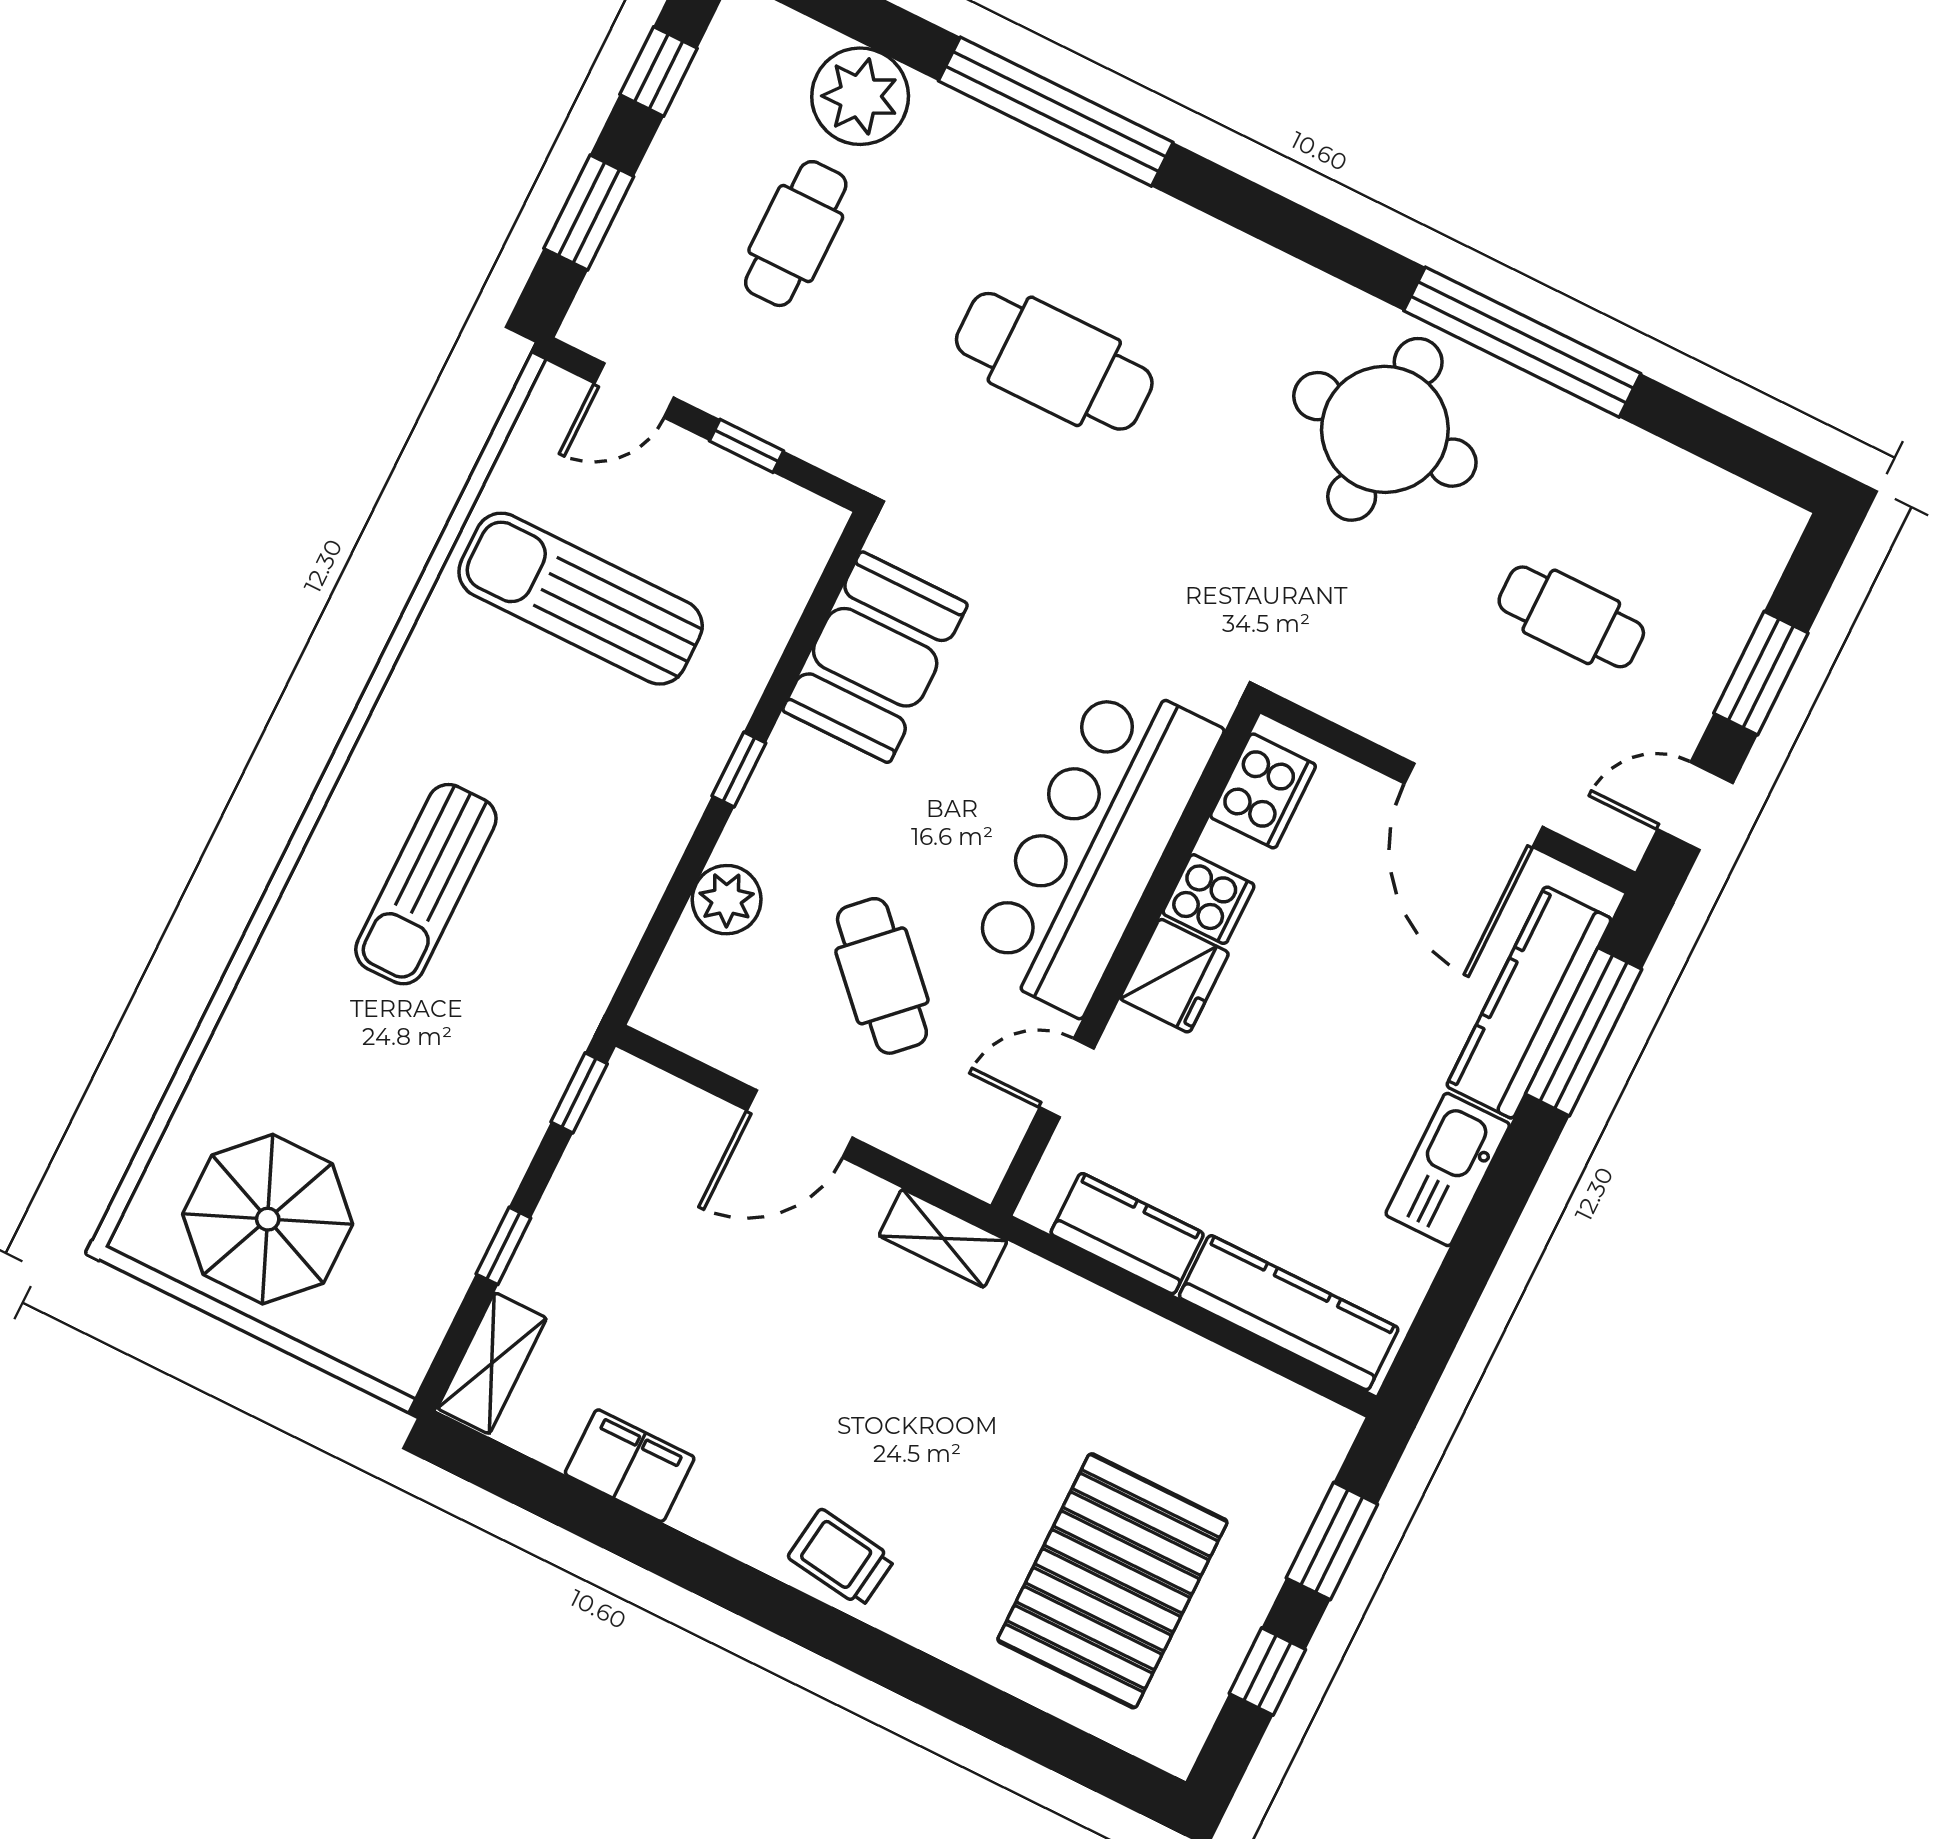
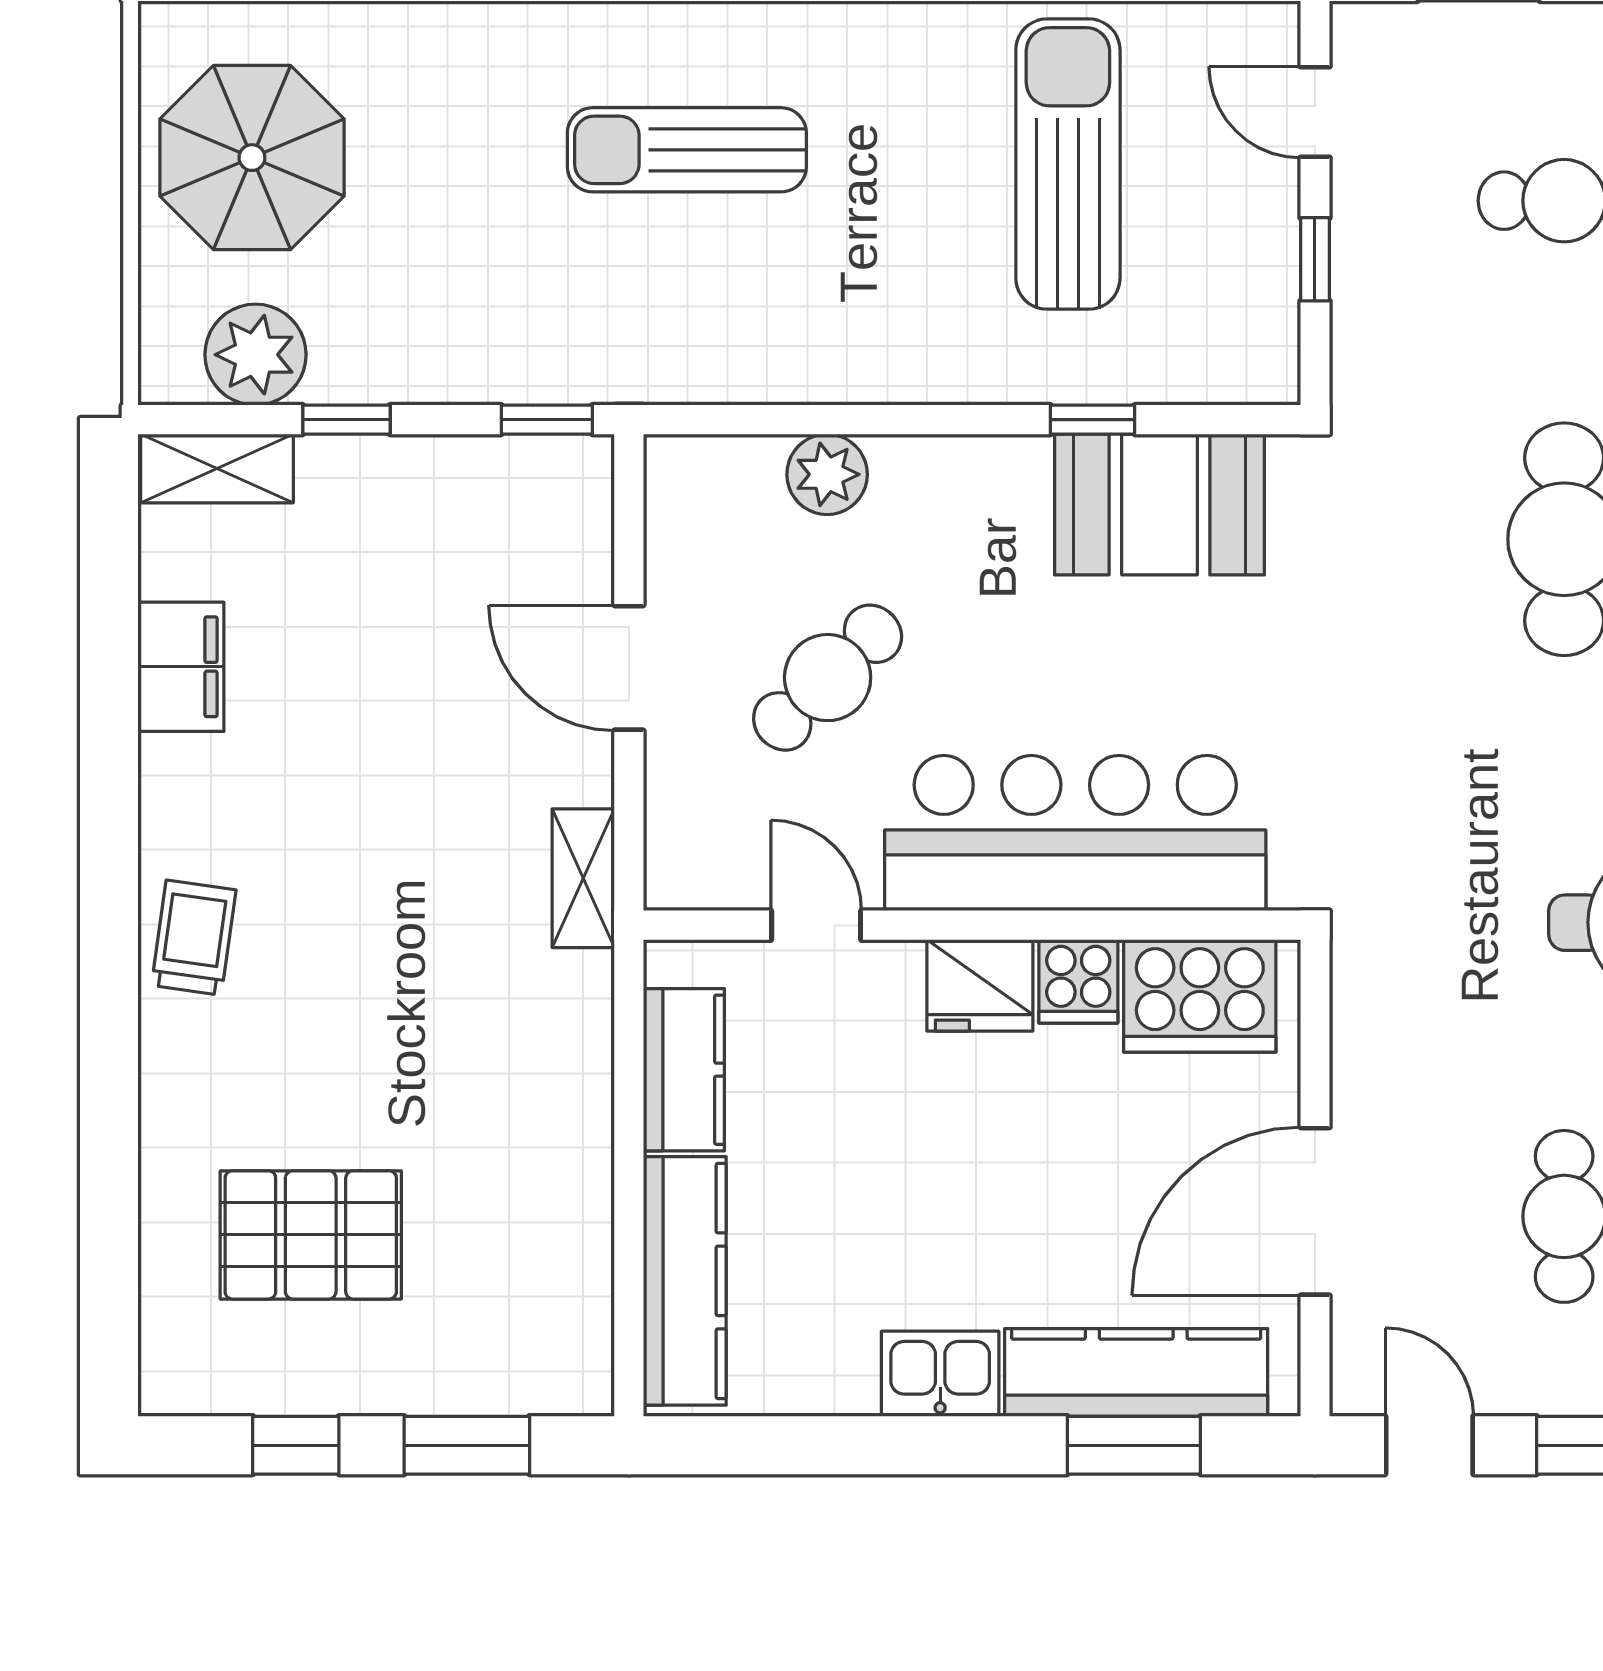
window: (739, 770) -> (1093, 420), moved
cooker: (1263, 791) -> (1200, 996), width x1.37, depth x1.31
window: (1584, 1032) -> (1134, 1445), width x0.69
kitchen sink: (1448, 1169) -> (940, 1374), width x0.73
plant: (419, 1291) -> (255, 355), added
pallet: (1112, 1581) -> (311, 1235), width x0.73, depth x0.71

